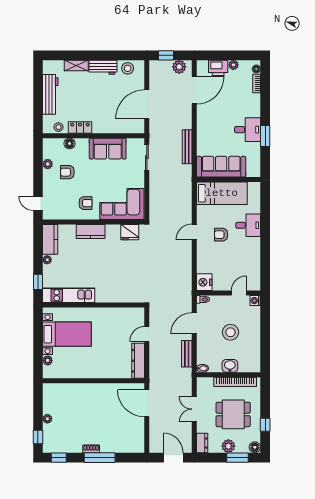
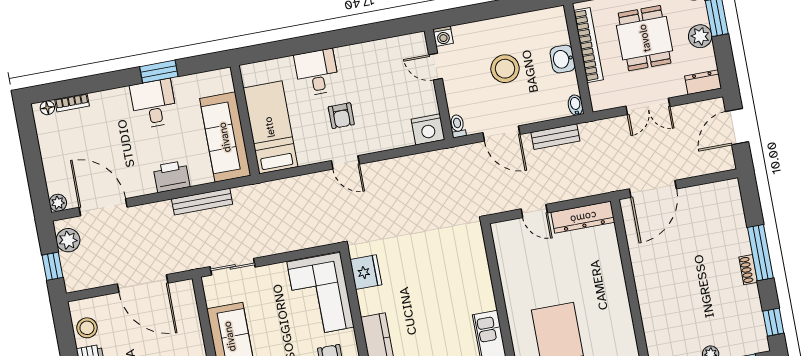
plant: (233, 65) -> (58, 203), moved
printer: (218, 68) -> (172, 177), moved, turned -90

